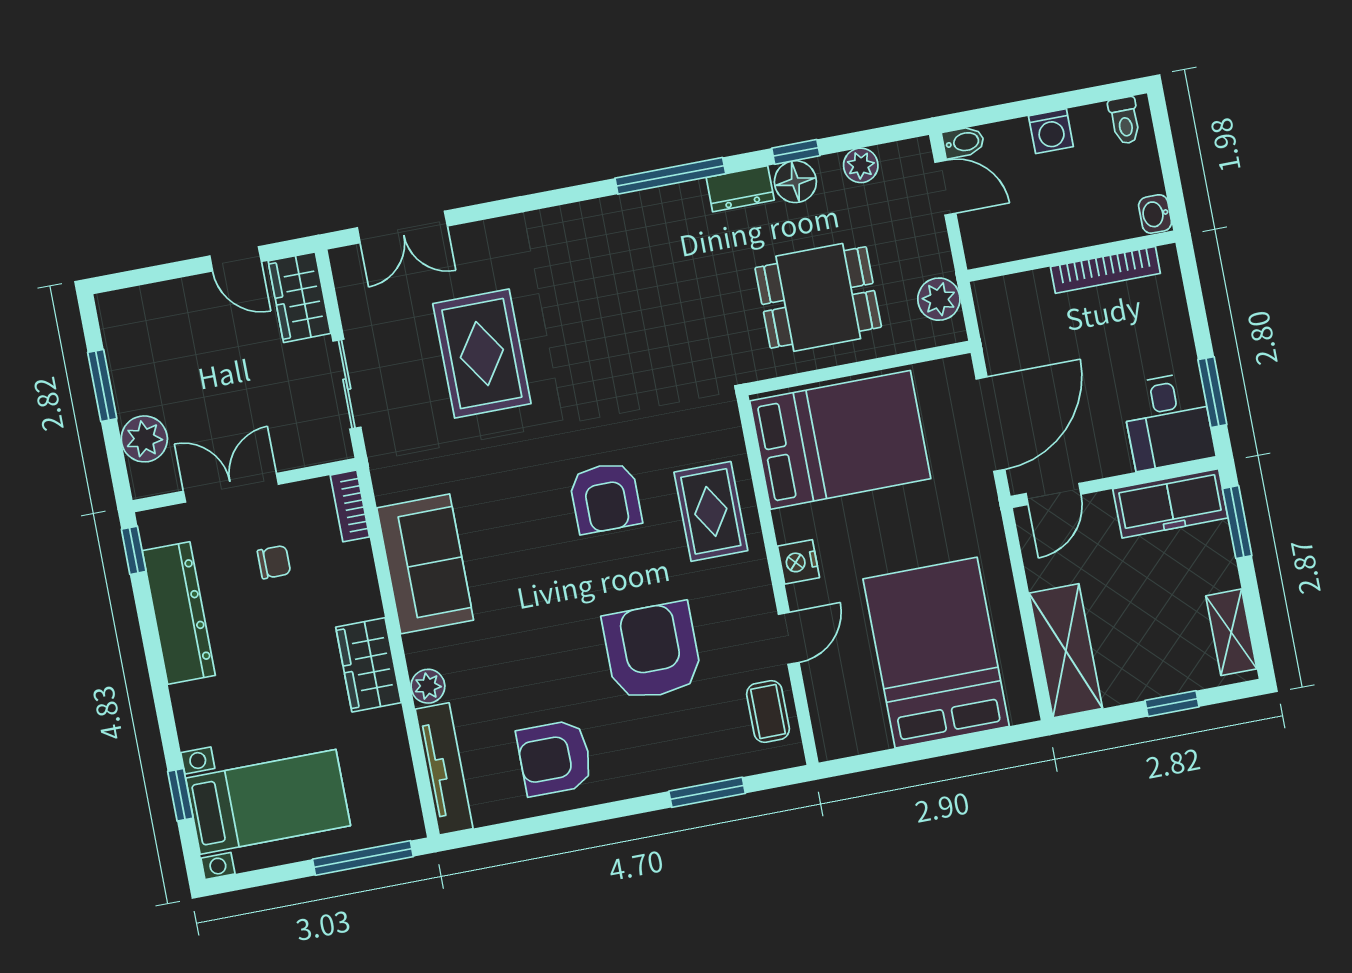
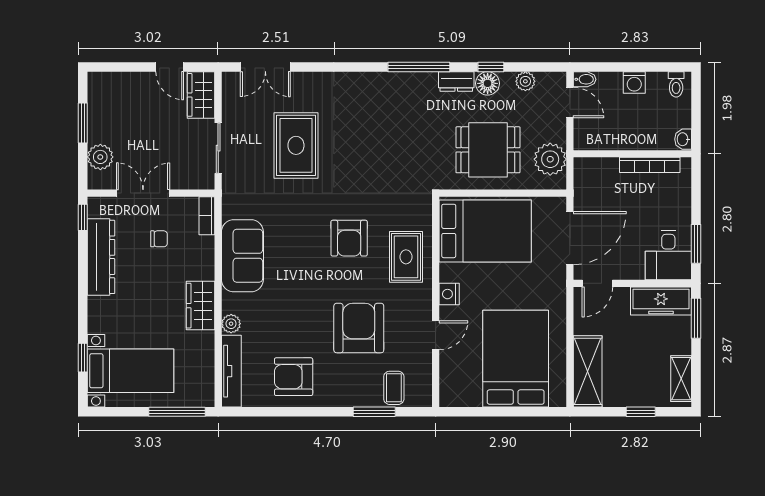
plant: (939, 299) -> (550, 159), width x1.36, depth x1.36
coffee table: (768, 712) -> (394, 388), moved

